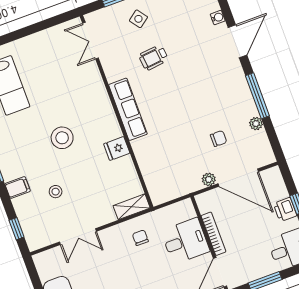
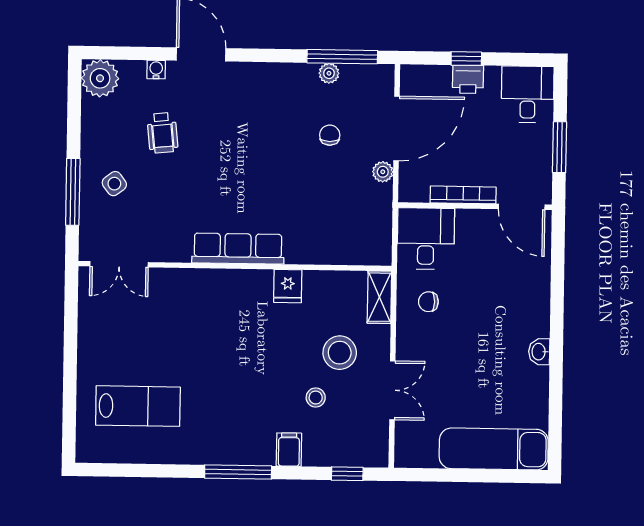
wheelchair: (154, 58) -> (162, 133), moved
window: (257, 96) -> (342, 57), moved
stool: (62, 138) -> (340, 353), moved
desk: (185, 241) -> (426, 239), moved

